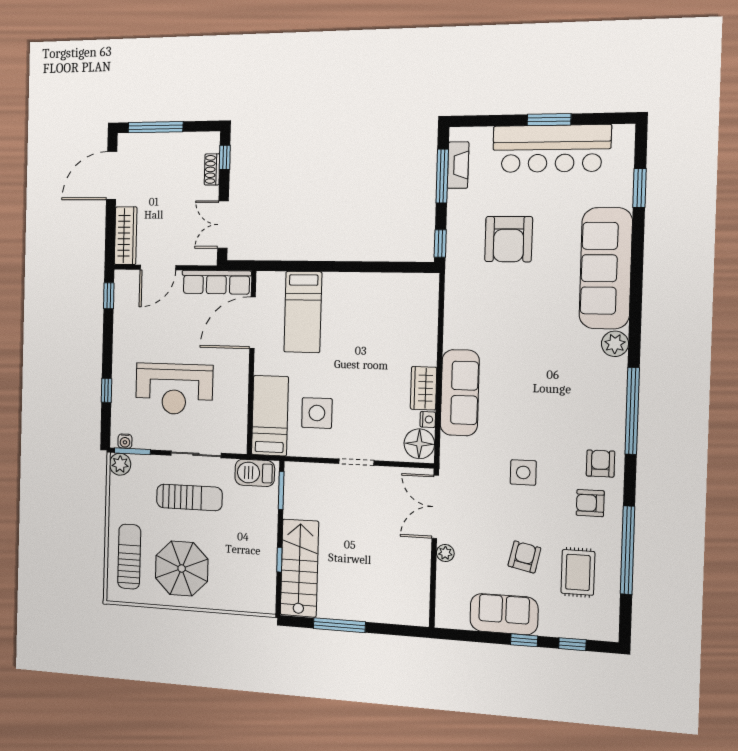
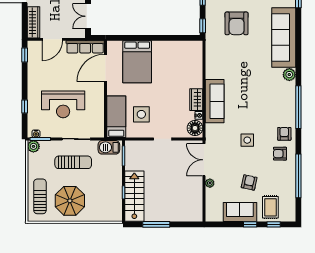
bed: (303, 312) -> (137, 62), width x1.50
rug: (578, 572) -> (270, 207), moved

